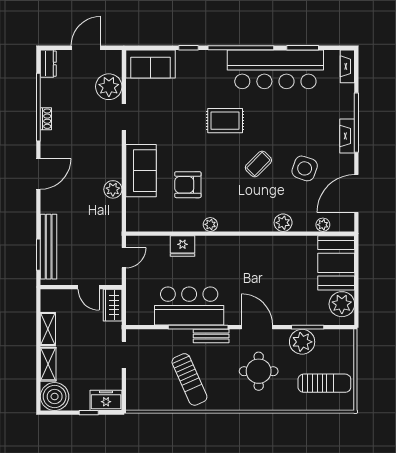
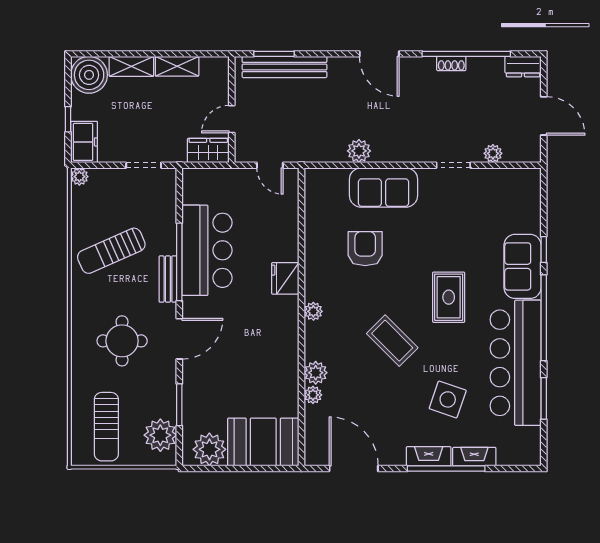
sofa: (150, 64) -> (523, 266), moved
fireplace: (347, 66) -> (474, 457), moved
plant: (109, 87) -> (493, 153), width x0.53, depth x0.53
coffee table: (258, 164) -> (392, 341), width x1.36, depth x1.30
side table: (305, 168) -> (448, 399), moved
plant: (210, 224) -> (313, 311), moved
plant: (323, 225) -> (313, 395), moved
fridge: (183, 246) -> (285, 278), moved
plant: (302, 342) -> (160, 435), moved
plant: (133, 404) -> (79, 177), added

